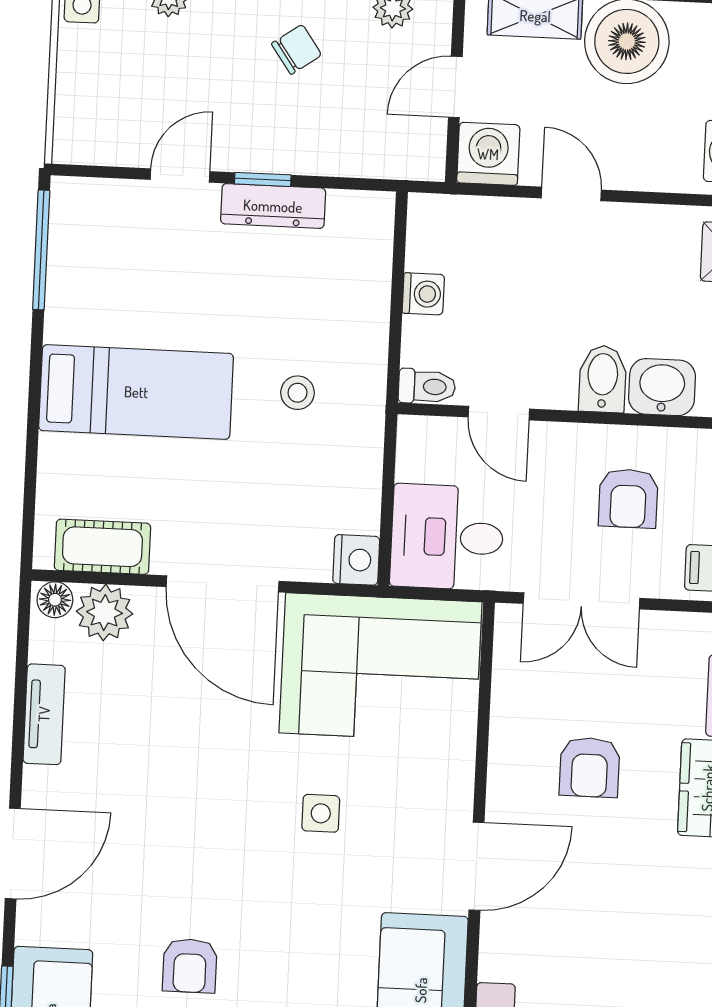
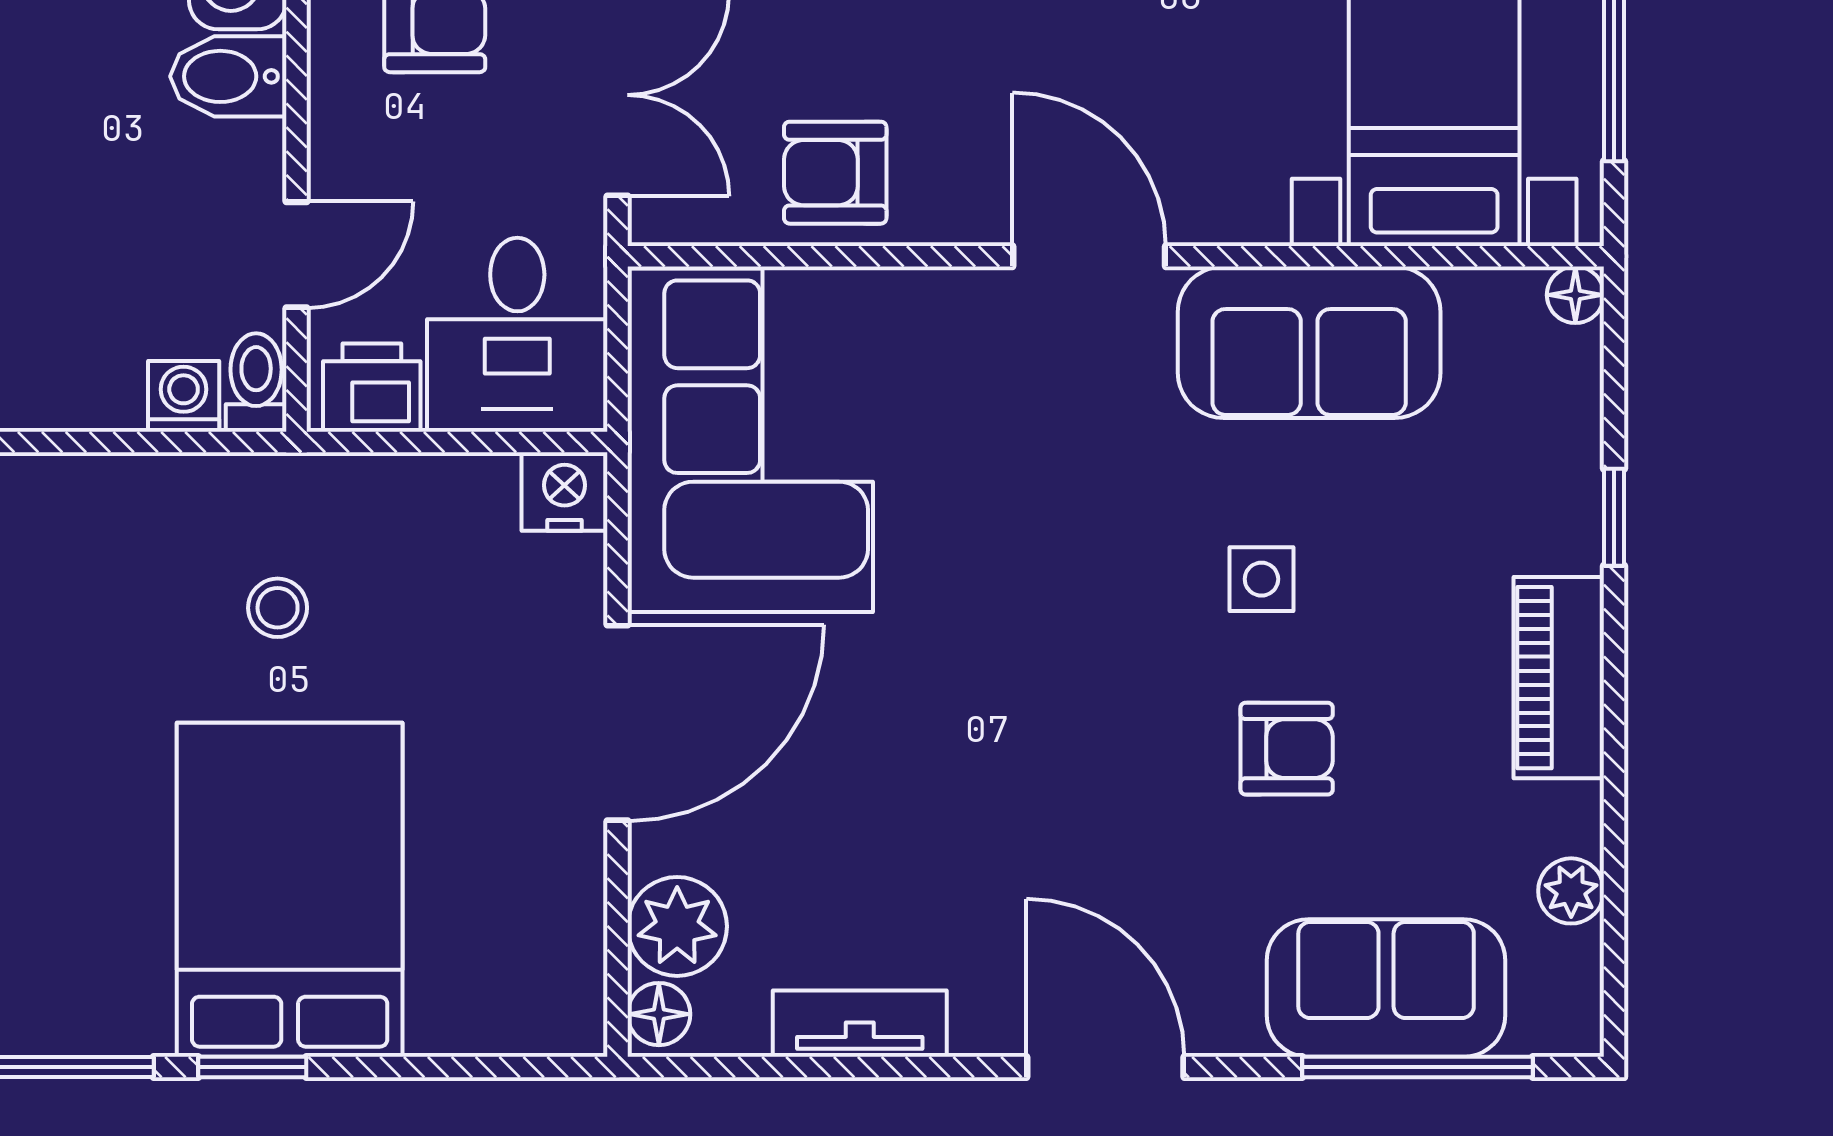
washing machine: (423, 294) -> (184, 396), moved
window: (36, 366) -> (252, 1067), added
bed: (136, 392) -> (290, 890), width x1.50
printer: (421, 453) -> (372, 388), added
cot: (102, 547) -> (562, 936), removed
armchair: (590, 767) -> (835, 173), moved, turned 180
side table: (321, 813) -> (1261, 579), moved

